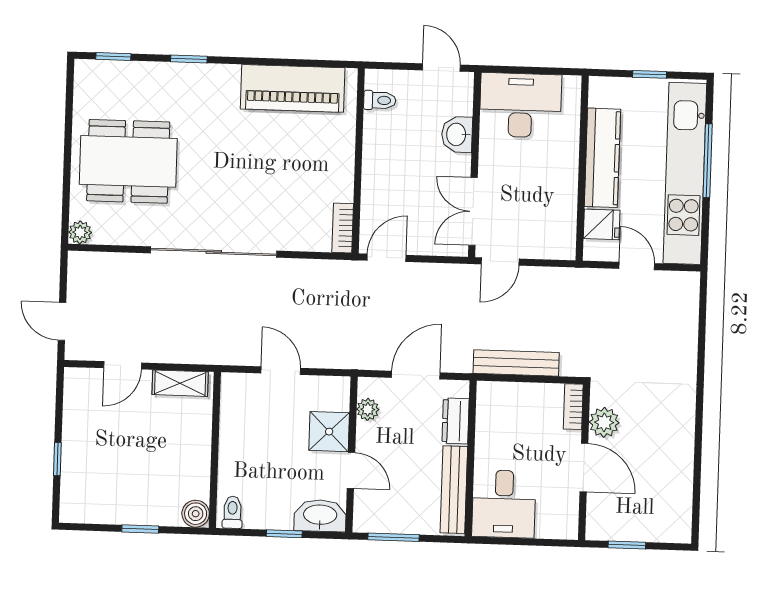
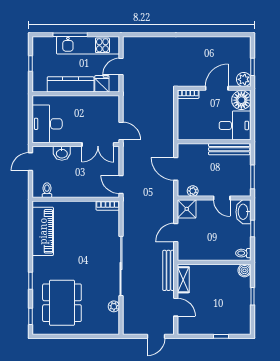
dining table: (128, 161) -> (62, 303), moved
kitchen unit: (685, 173) -> (88, 45), width x0.73
plant: (80, 232) -> (114, 306), moved
bench: (516, 363) -> (169, 270), moved
dresser: (456, 421) -> (197, 149), removed
plant: (604, 422) -> (244, 79), moved
shower: (329, 432) -> (187, 209), moved
door: (351, 470) -> (222, 198), swing flipped
floor lamp: (557, 519) -> (241, 100), added

